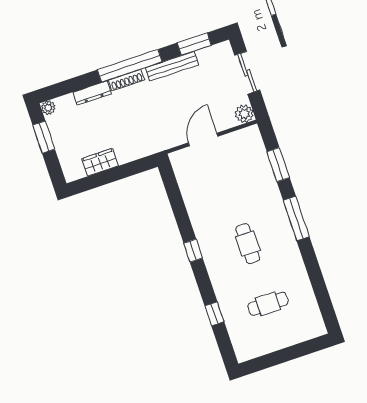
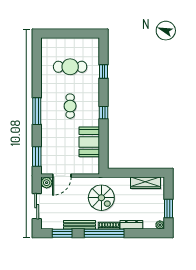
spiral stairs: (152, 119) -> (101, 198), added
door: (203, 139) -> (62, 176), moved
wardrobe: (100, 162) -> (146, 183), width x1.50
window: (278, 165) -> (37, 157), moved
booth: (200, 198) -> (89, 142), added
cafe table: (268, 304) -> (70, 67), width x1.37, depth x1.35

